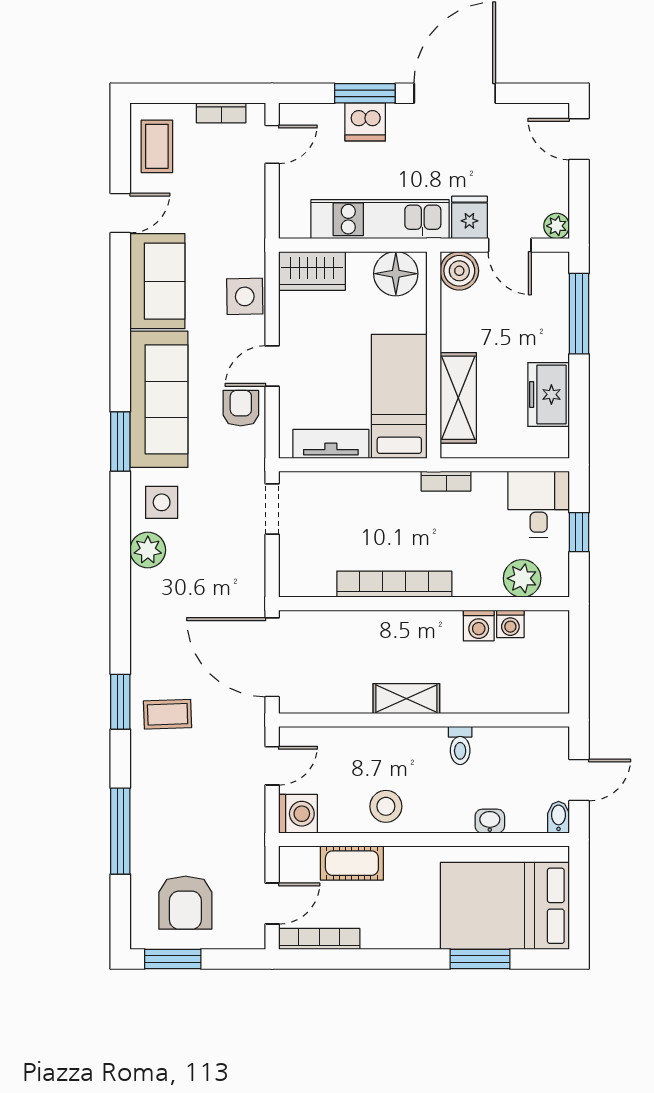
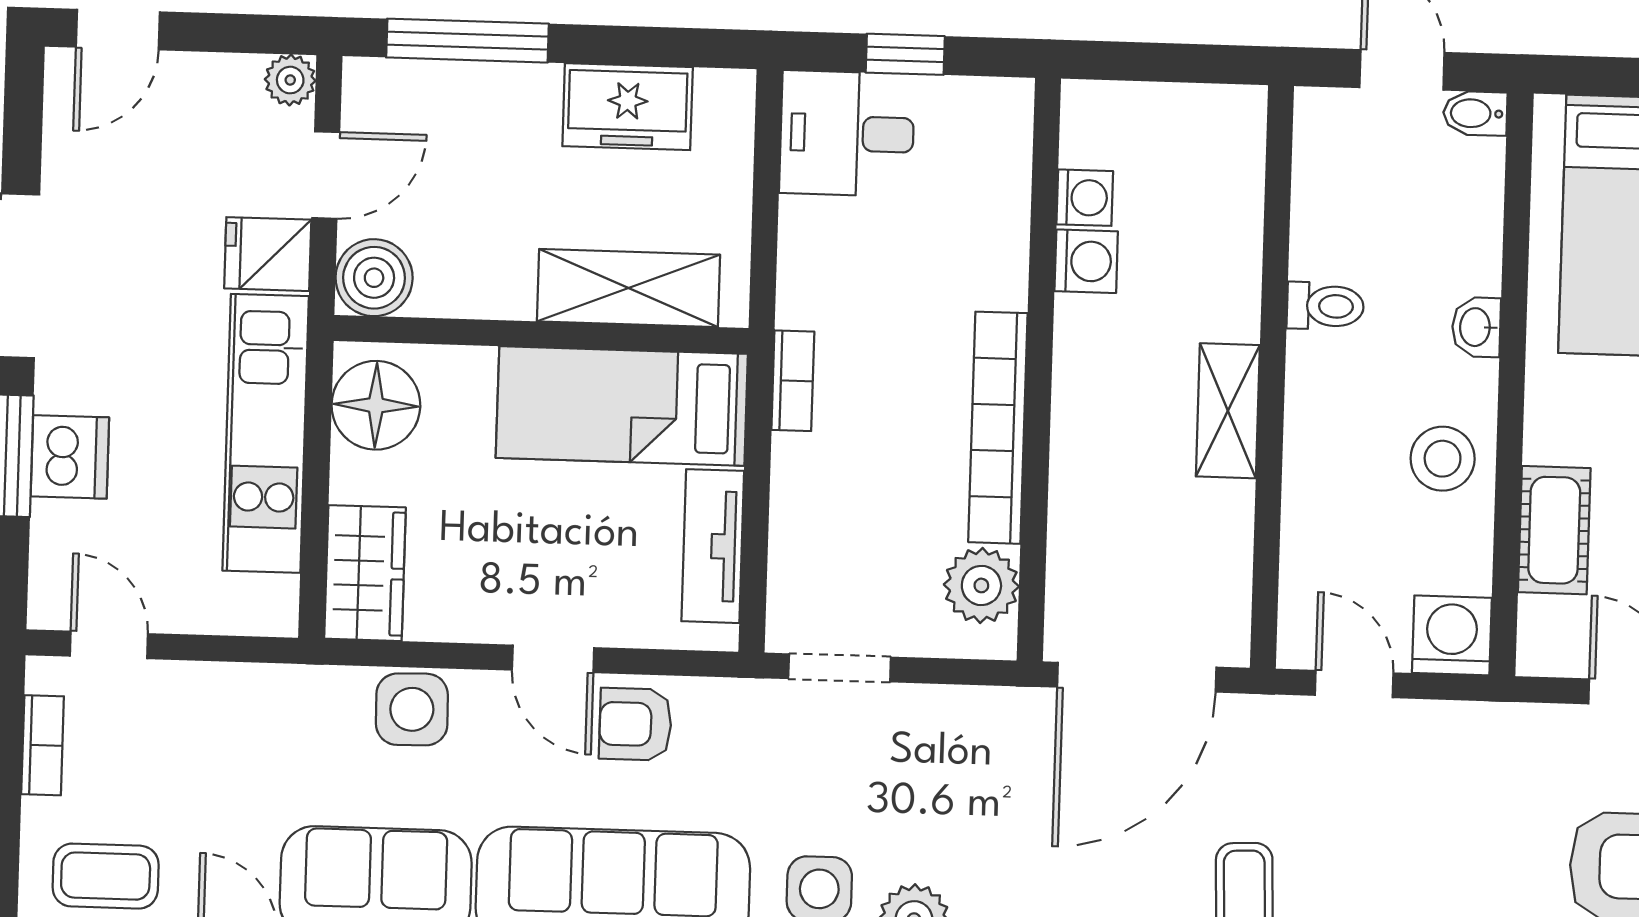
bookcase: (446, 481) -> (793, 381), moved
plant: (522, 578) -> (981, 585), moved
washbasin: (490, 821) -> (1476, 327), moved

